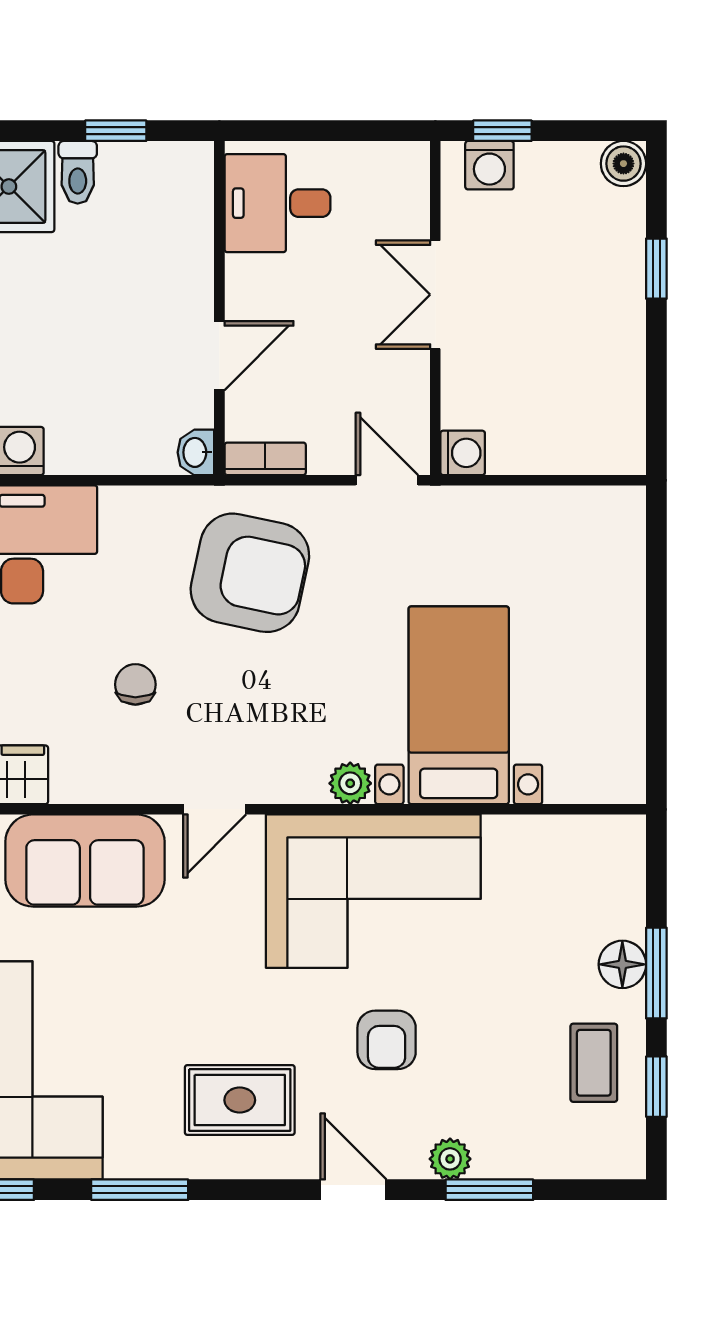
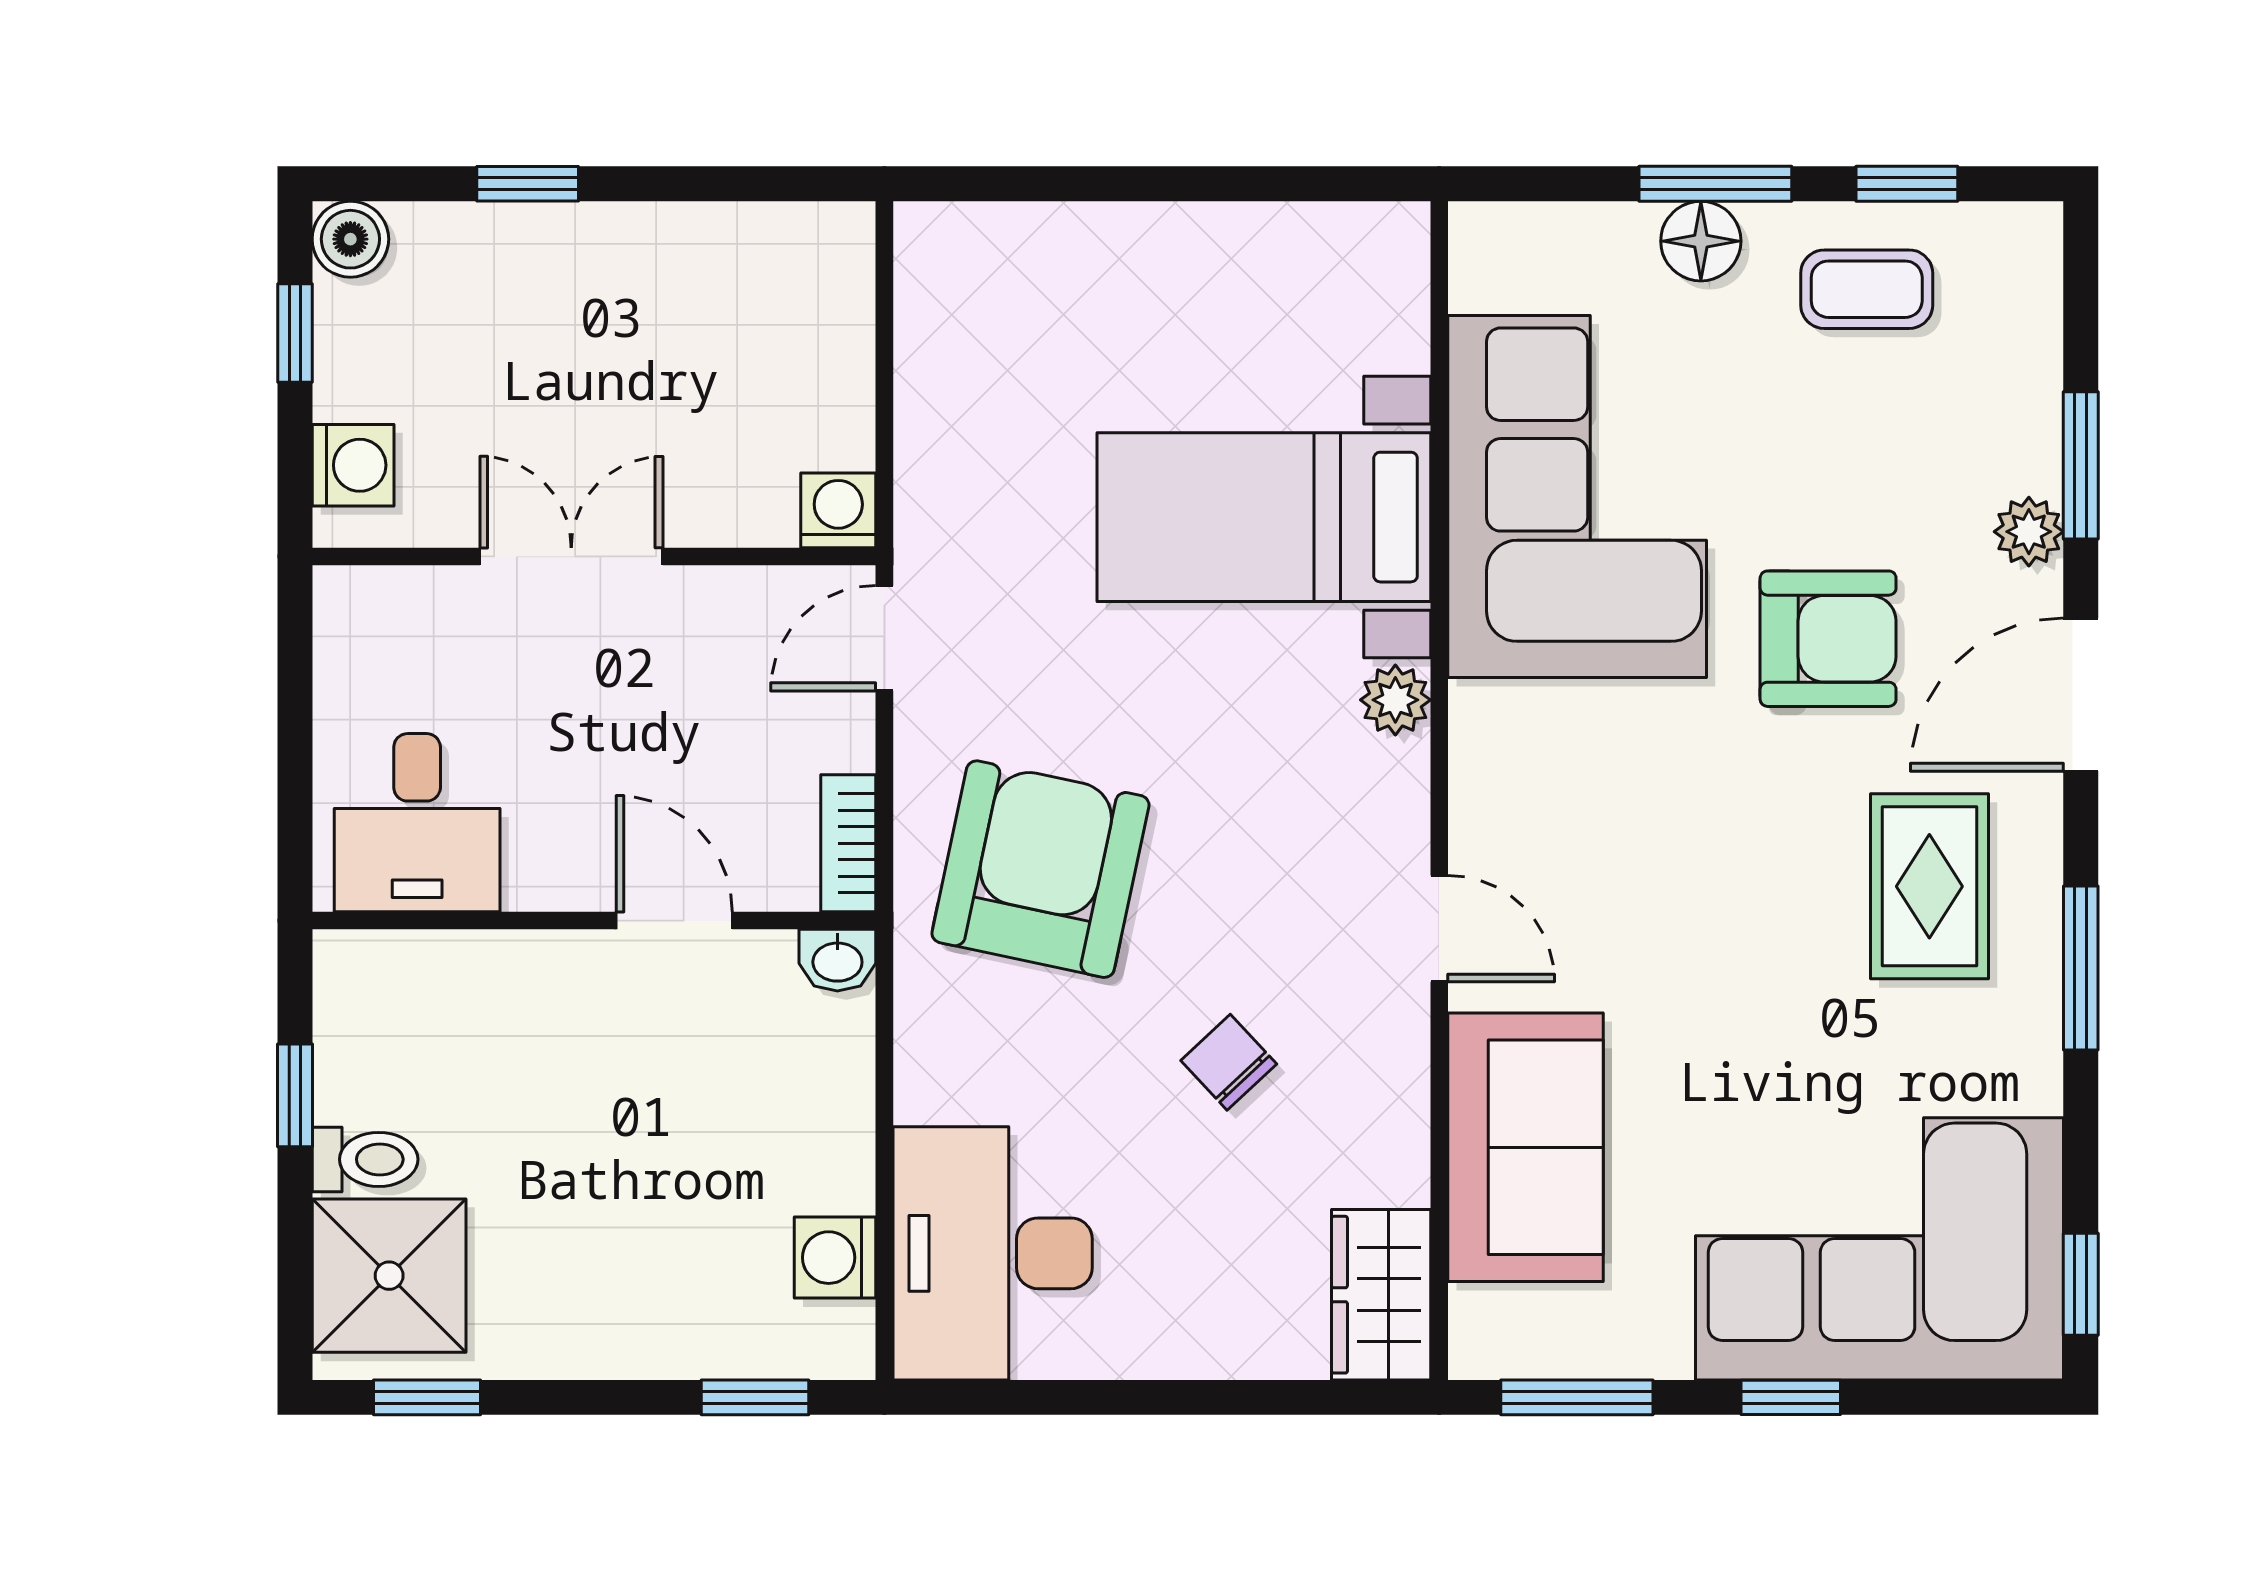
window: (502, 131) -> (295, 333), moved
double door: (435, 295) -> (571, 556), swing flipped
chair: (135, 684) -> (1229, 1062), turned 47
corner sofa: (373, 891) -> (1577, 497), moved
armchair: (387, 1040) -> (1828, 639), width x1.38, depth x1.38
window: (140, 1190) -> (2081, 968), moved
door: (353, 1190) -> (2081, 695), width x1.37

